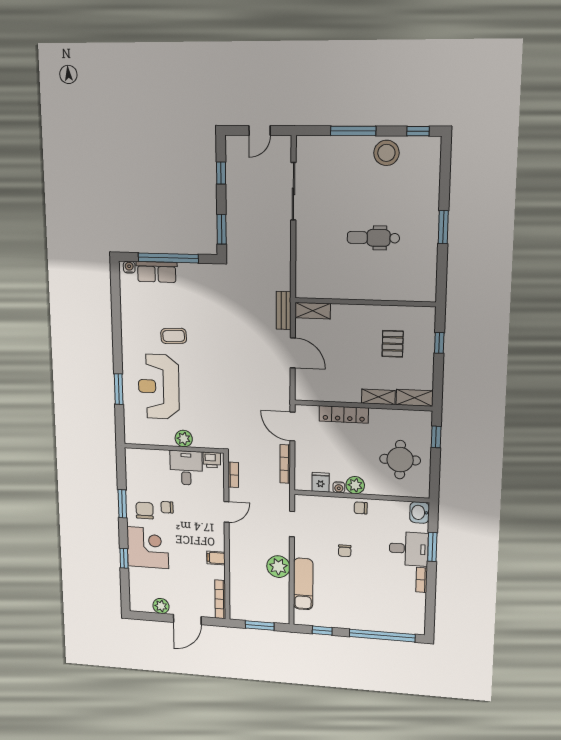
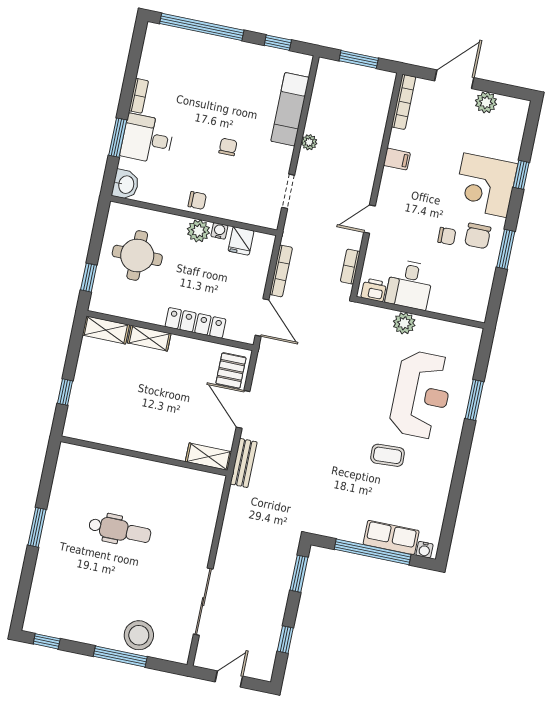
stool: (386, 153) -> (139, 635), moved
pallet: (393, 344) -> (231, 371), moved
plant: (278, 567) -> (309, 142), width x0.53, depth x0.53

